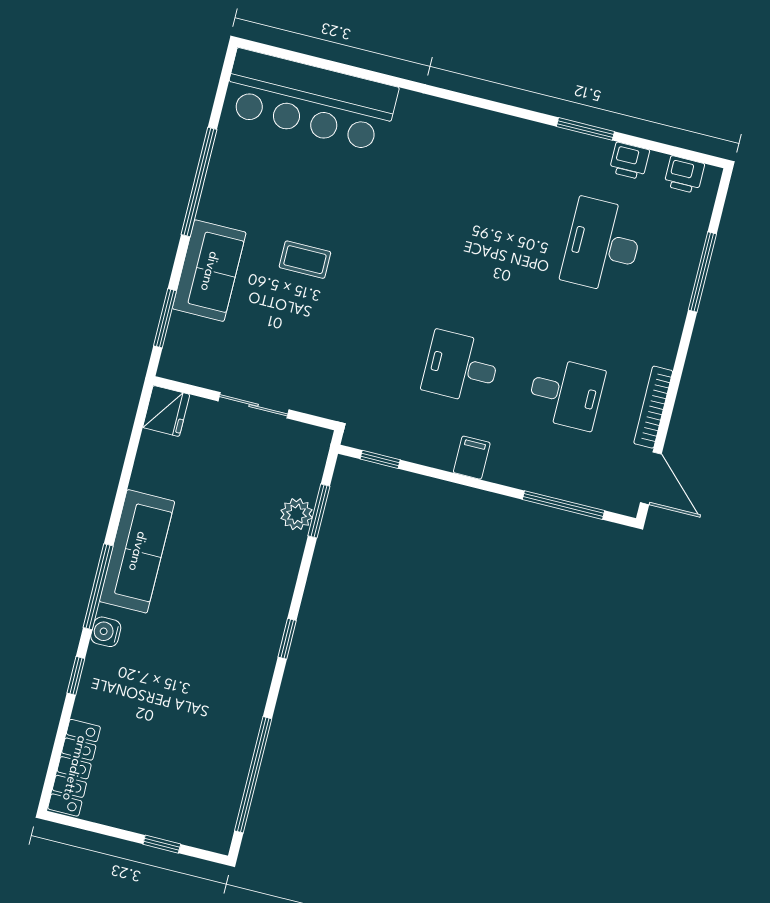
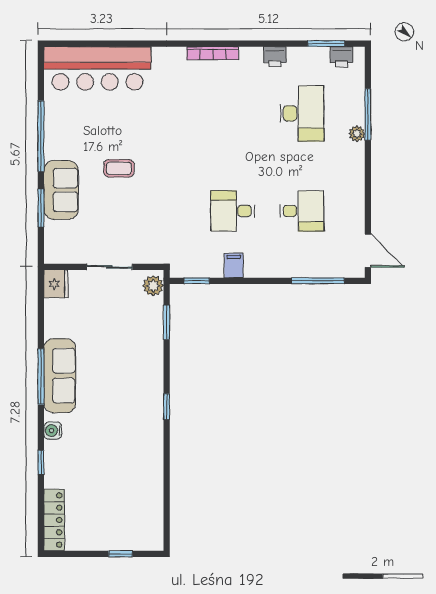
window: (585, 129) -> (326, 44), moved
printer: (629, 161) -> (275, 57), moved
desk: (603, 246) -> (302, 113), turned 180
plant: (678, 297) -> (357, 134), added
window: (165, 318) -> (41, 208), moved
bookcase: (653, 407) -> (213, 53), moved, turned -90
filing cabinet: (472, 458) -> (234, 266), moved
plant: (297, 514) -> (153, 286), moved
window: (98, 587) -> (41, 377), moved
window: (253, 775) -> (167, 497), removed

